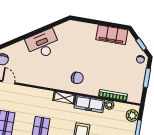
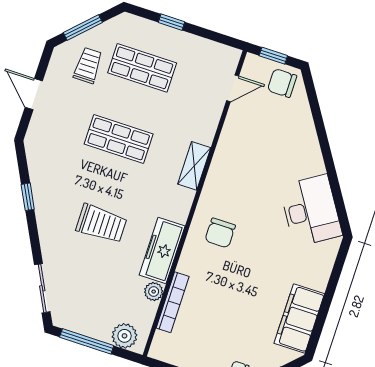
desk: (43, 44) -> (311, 211), moved
shelving: (64, 98) -> (194, 166), moved

